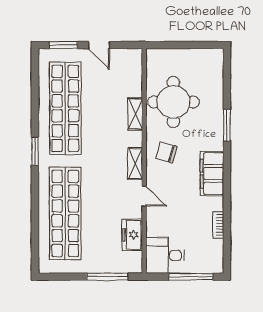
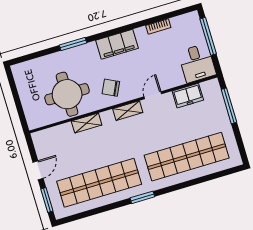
chair: (166, 152) -> (111, 88), turned 100

